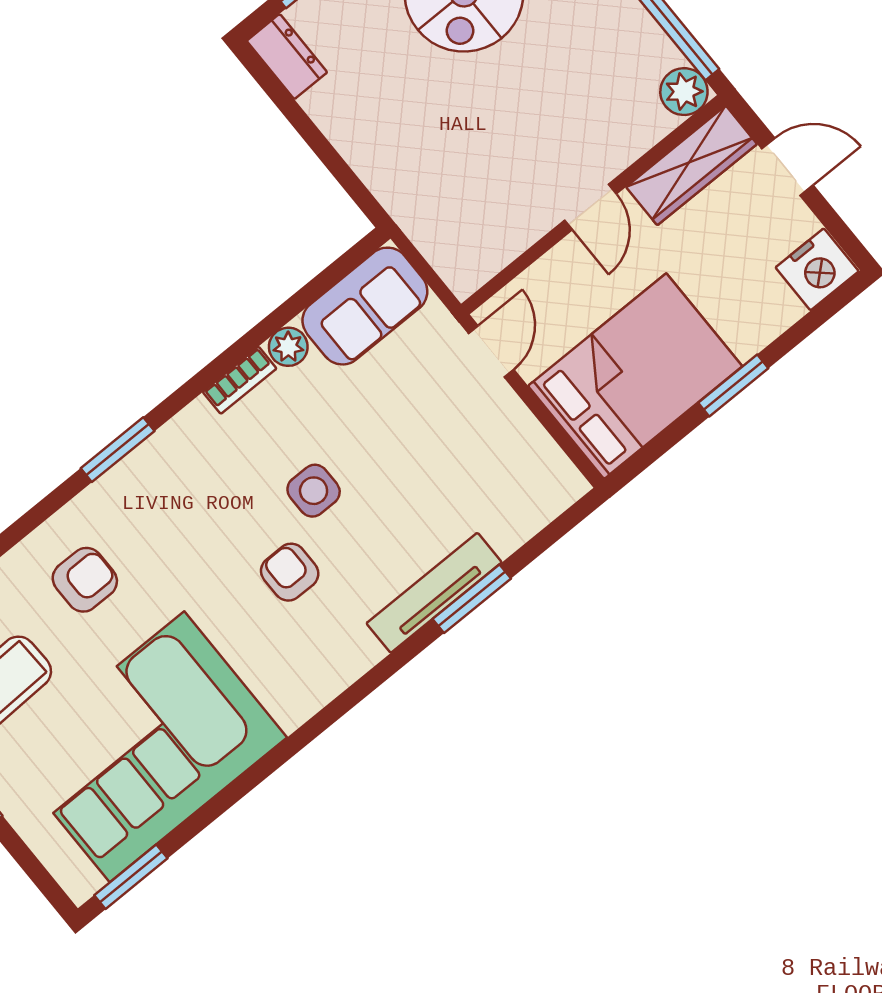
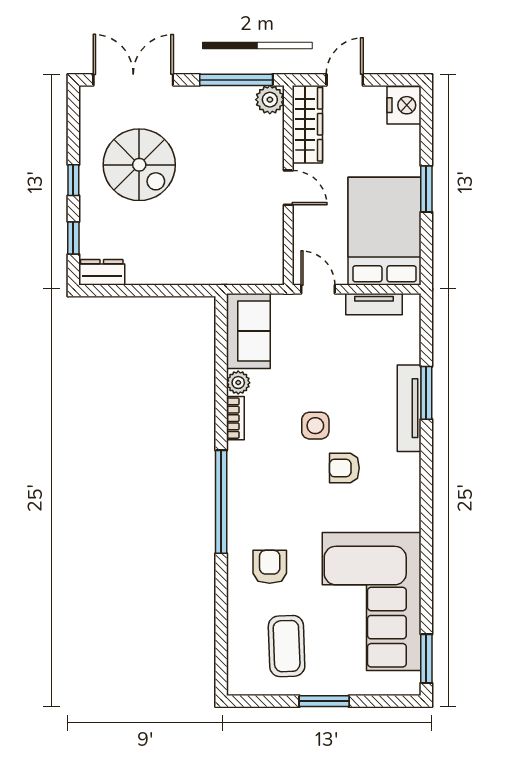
tv unit: (531, 439) -> (374, 304), added
window: (118, 450) -> (221, 502), width x2.11

